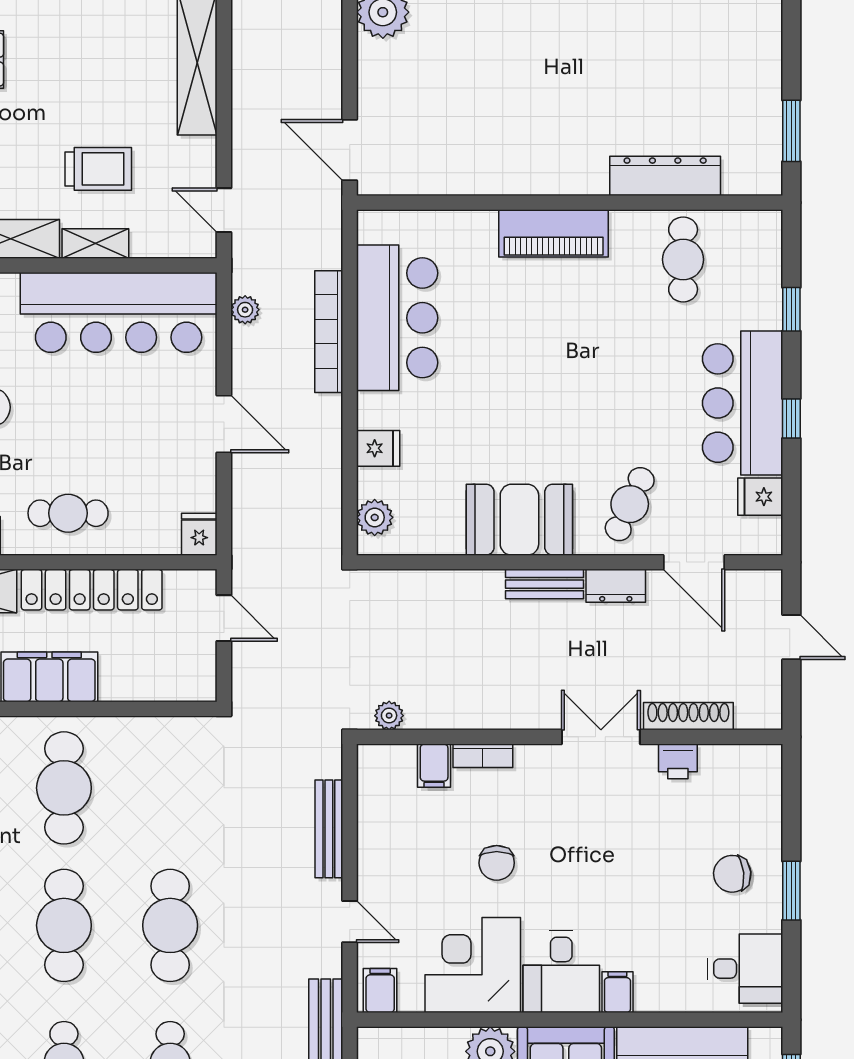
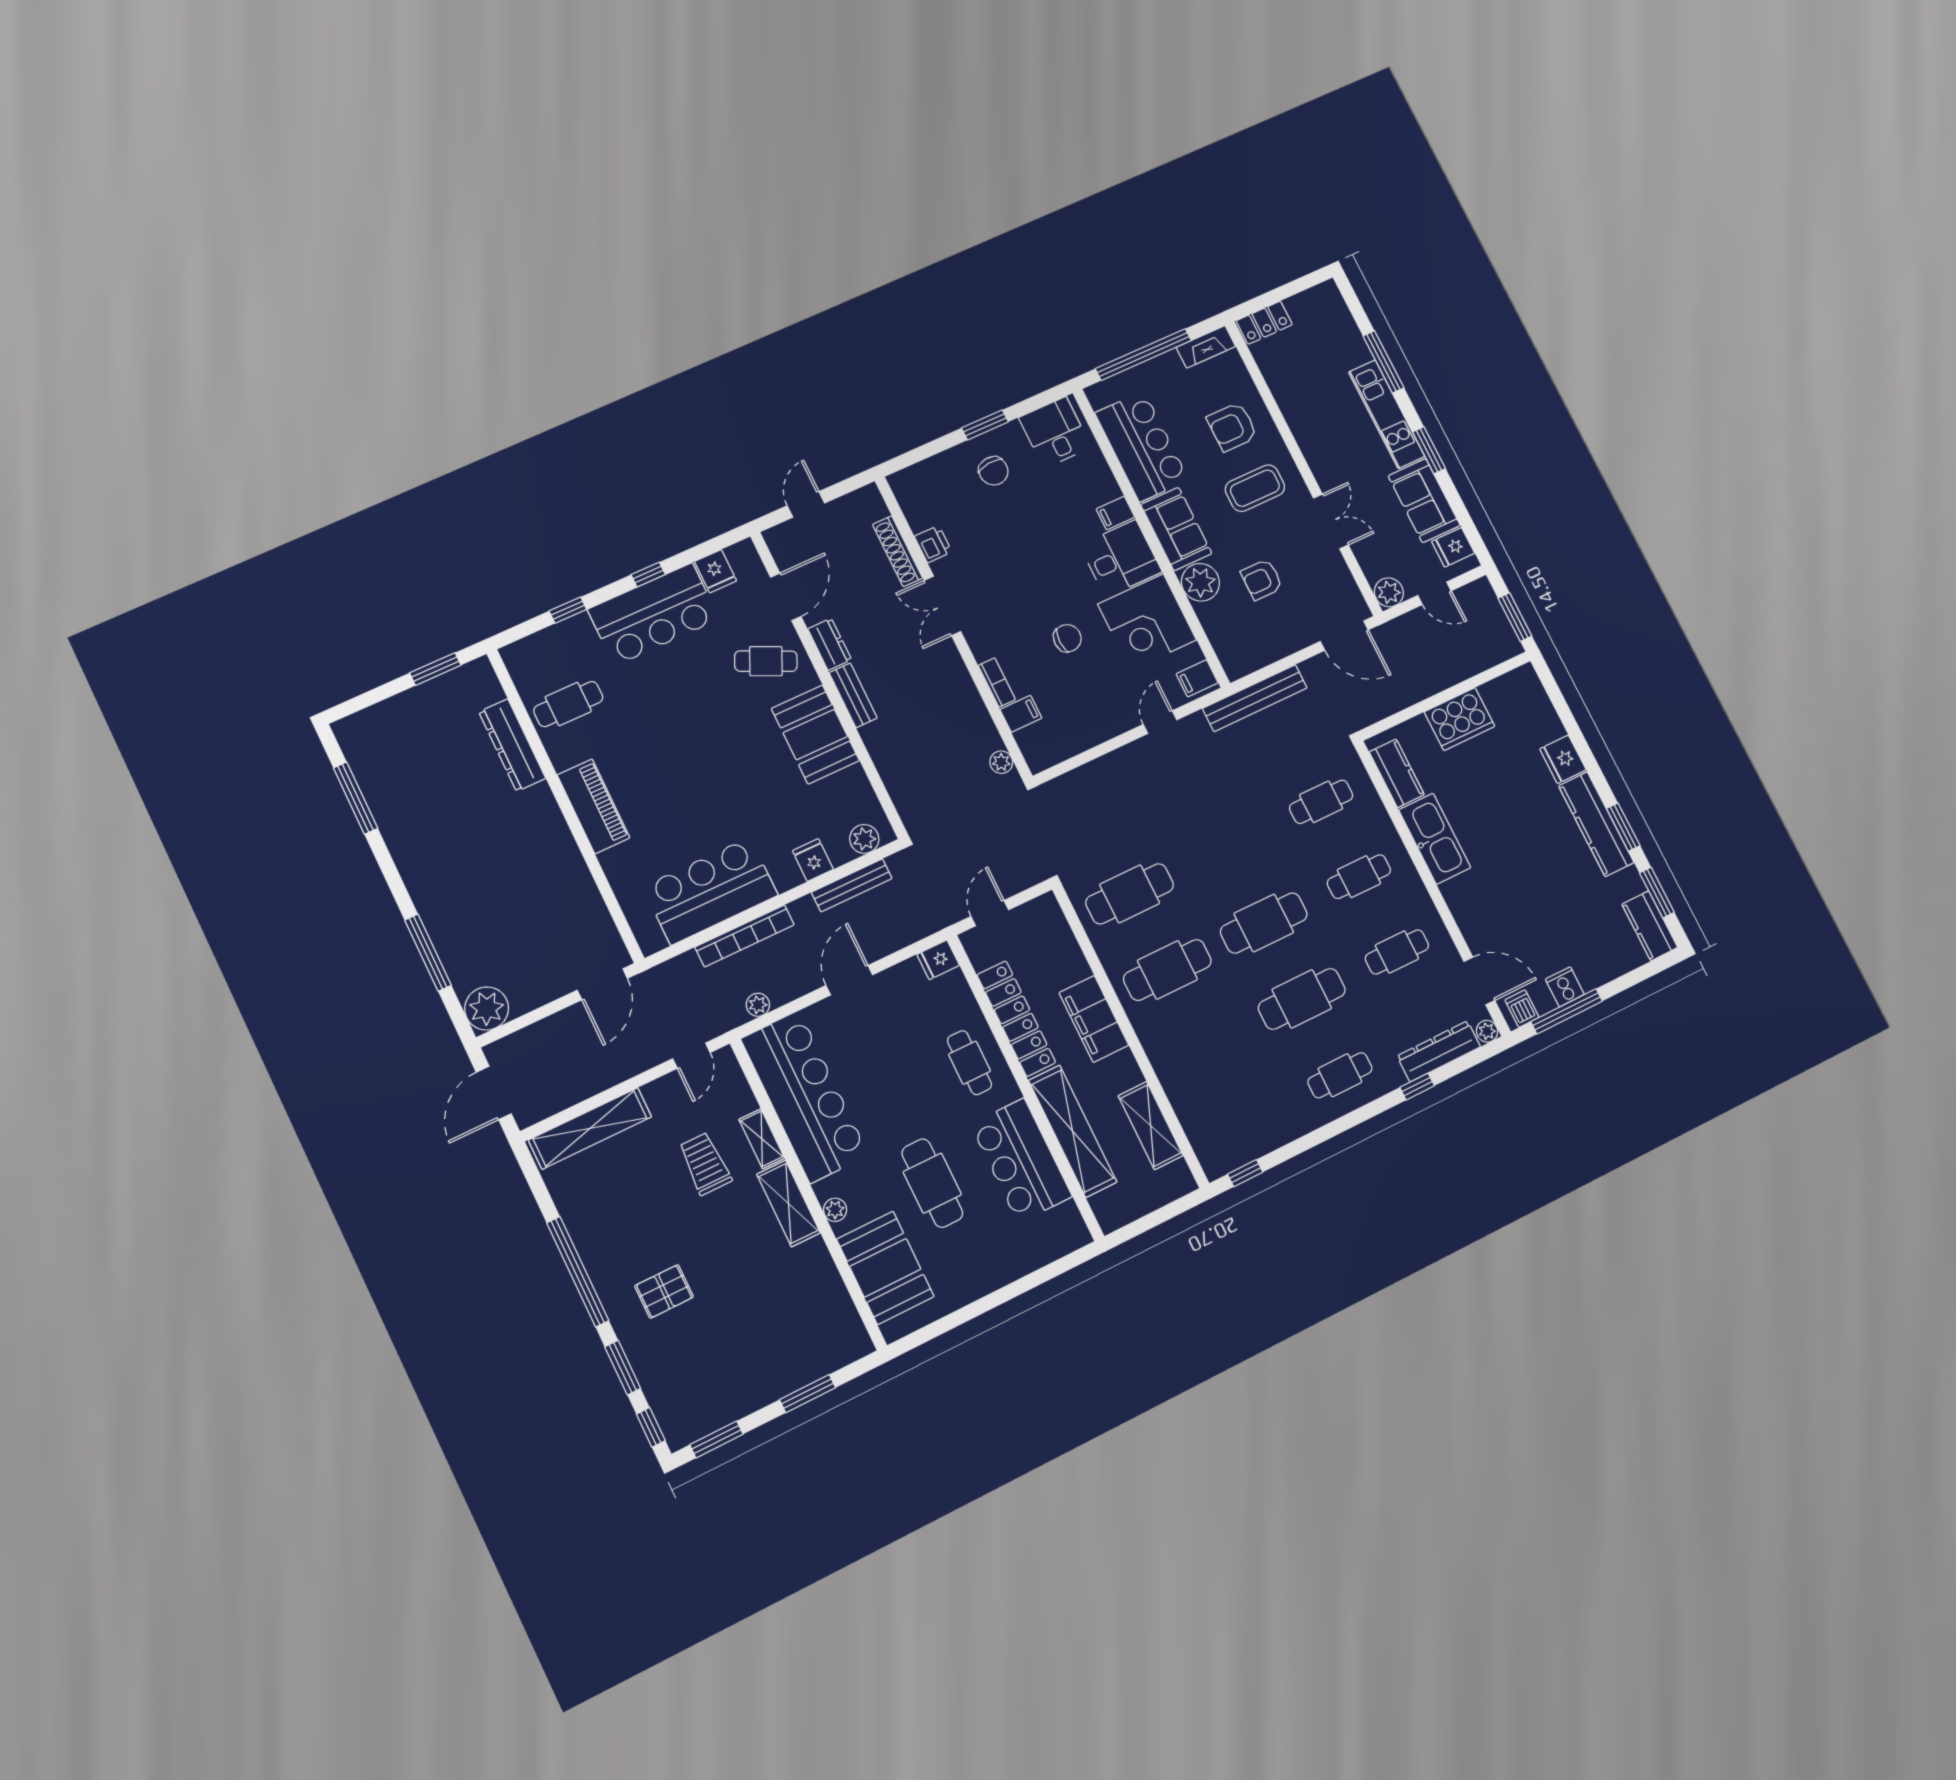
bench: (329, 829) -> (852, 885), moved
cafe table: (170, 925) -> (1130, 894), moved

